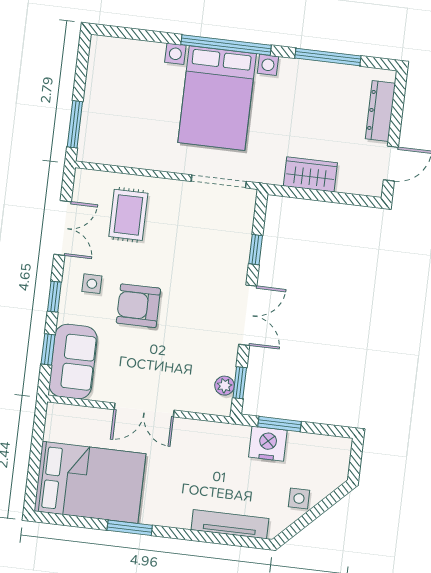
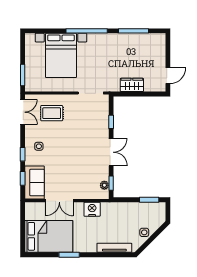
bed with nightstands: (217, 98) -> (61, 55), moved
dresser: (380, 111) -> (160, 52), removed
rug: (128, 215) -> (52, 113), turned 90
double door: (63, 228) -> (23, 112), moved
armchair: (138, 306) -> (61, 154), removed
double door: (144, 410) -> (59, 201), moved
window: (279, 424) -> (149, 200), moved
nightstand: (268, 444) -> (92, 209), moved

